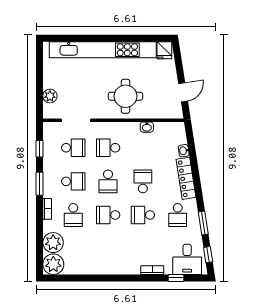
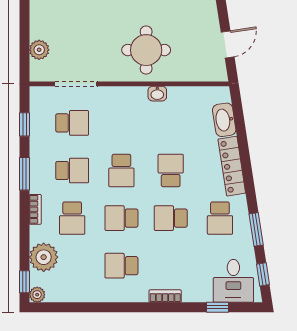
washbasin: (147, 127) -> (157, 94), moved
school desk: (108, 148) -> (121, 266), moved
washbasin: (184, 151) -> (224, 120), width x1.91, depth x1.45
window: (40, 260) -> (24, 282), added
plant: (53, 264) -> (37, 295), width x0.53, depth x0.53
bookcase: (152, 270) -> (165, 296), moved

